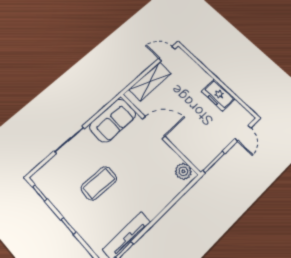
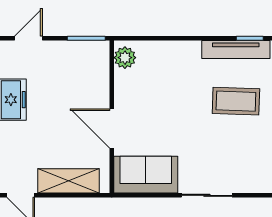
coffee table: (99, 183) -> (236, 101), moved

